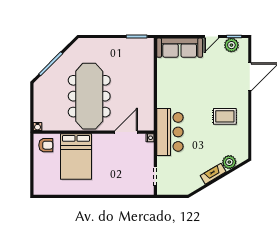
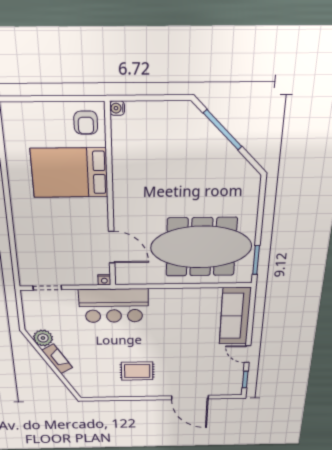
plant: (231, 45) -> (234, 377), removed
meeting table: (89, 96) -> (201, 247), moved
rug: (225, 116) -> (137, 371), turned 90
plant: (229, 162) -> (43, 338), moved

